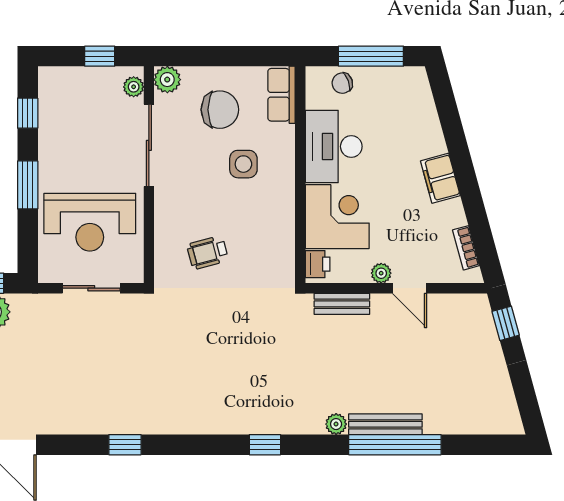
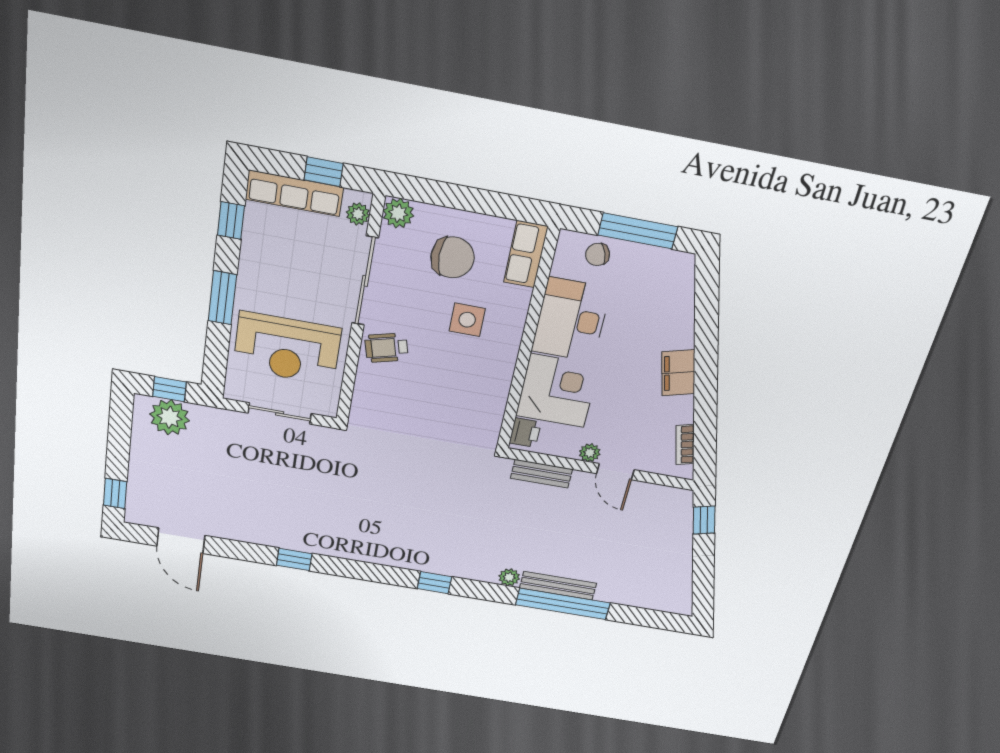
row of seats: (78, 79) -> (294, 193), added
wheelchair: (208, 252) -> (386, 348), moved

